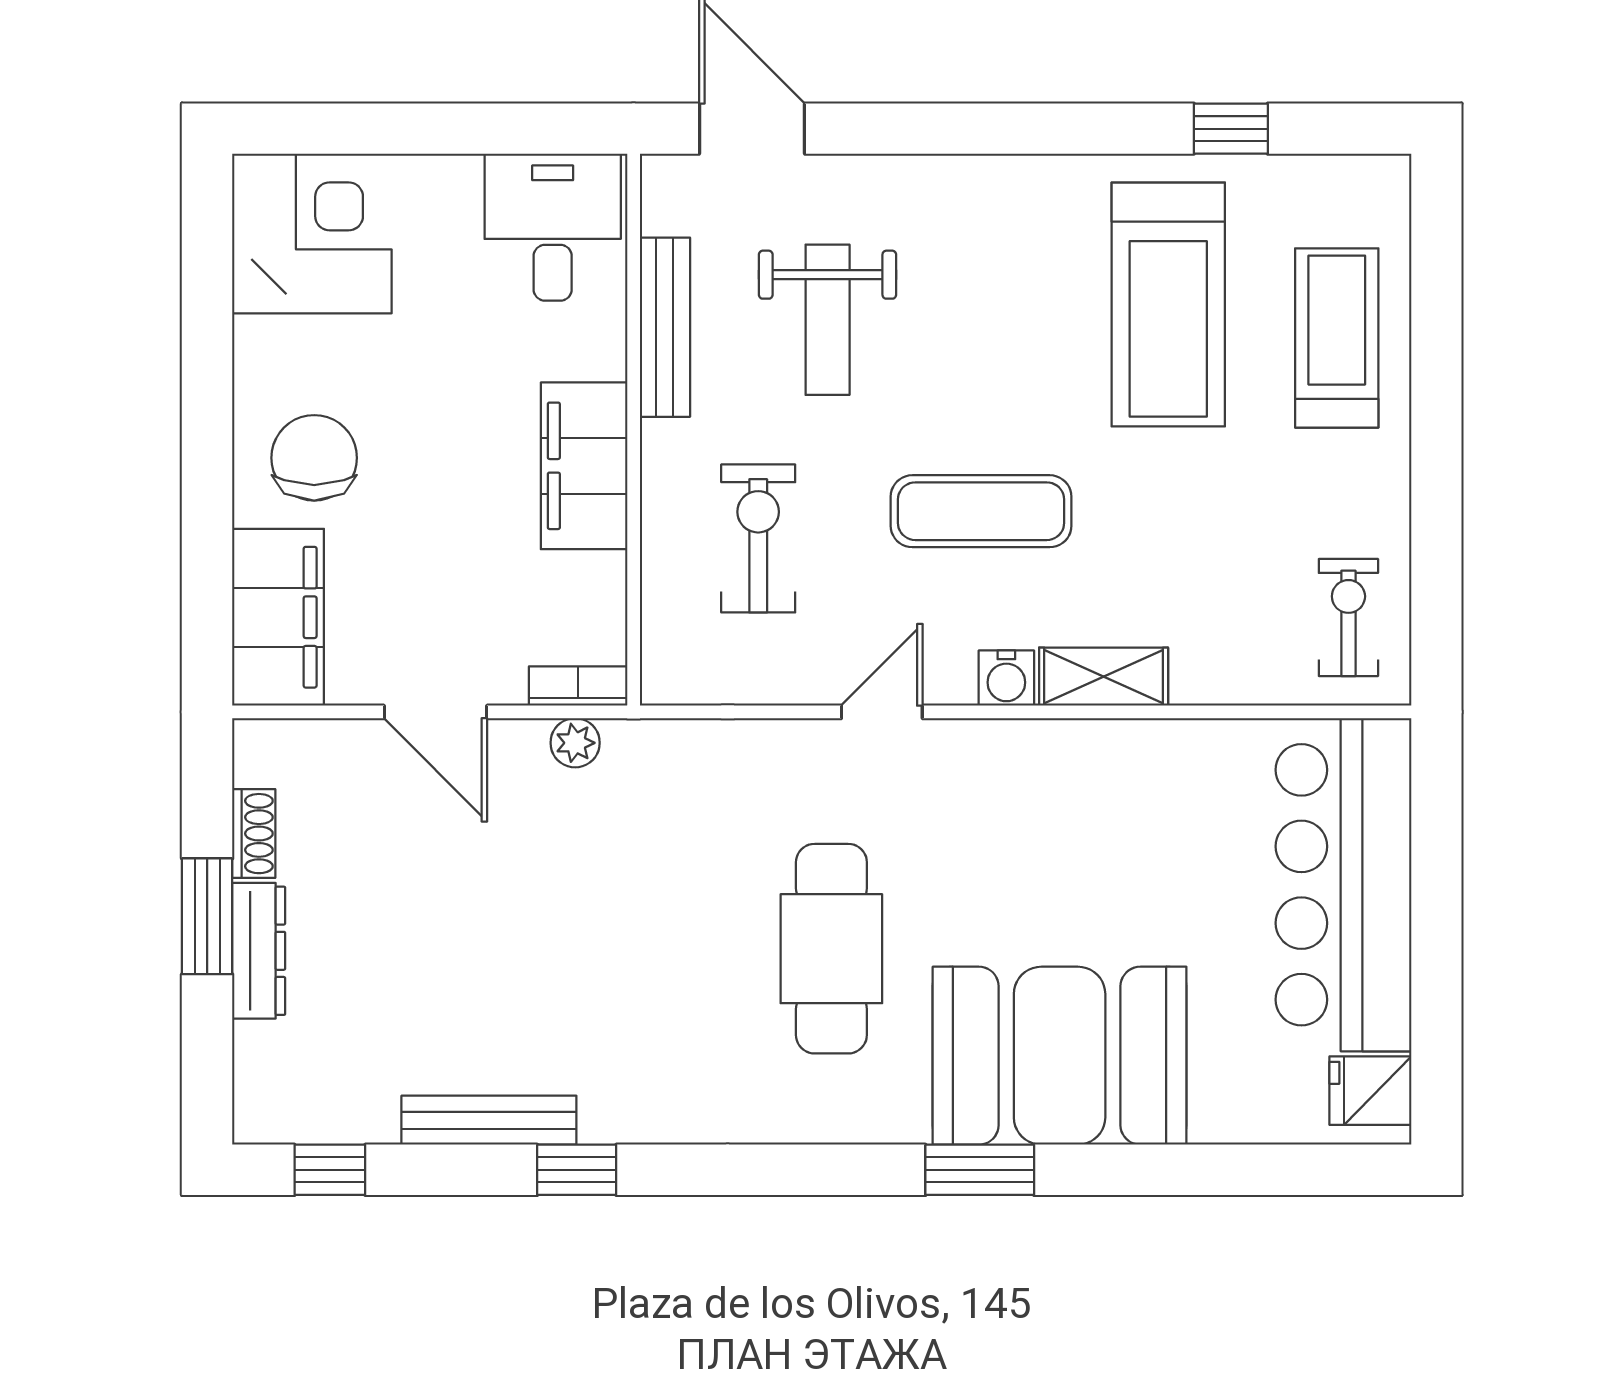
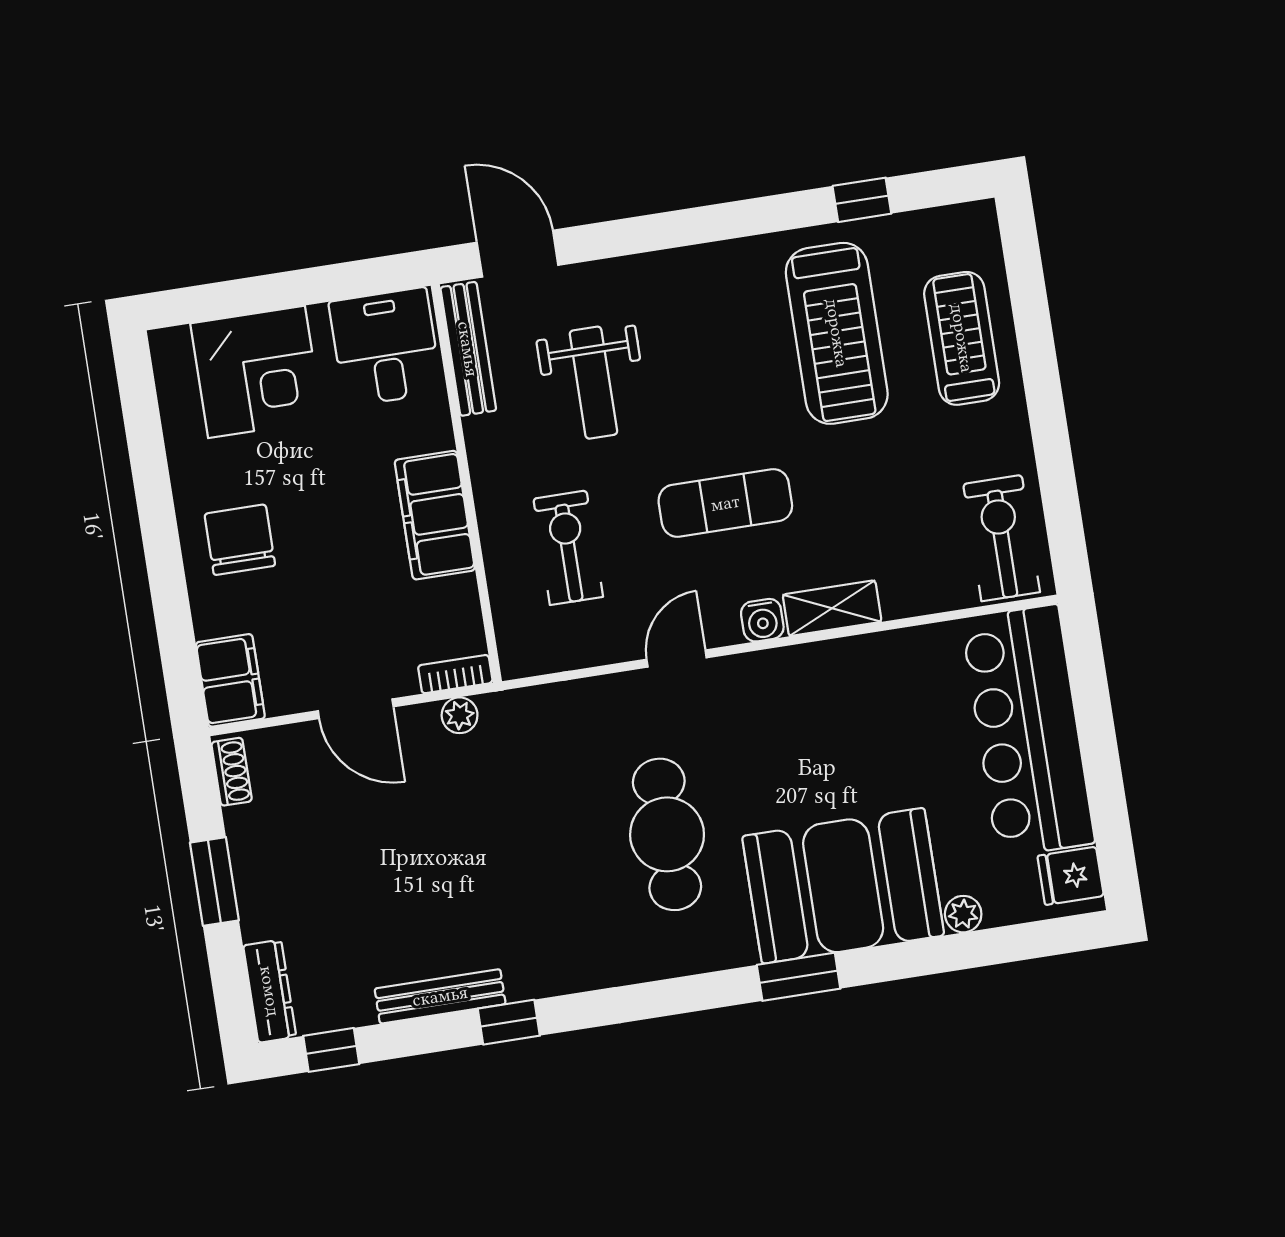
corner desk: (312, 233) -> (256, 372), moved, turned 90
bench: (665, 327) -> (468, 349), moved
filing cabinet: (278, 617) -> (230, 680), width x0.67, depth x0.86
exercise bike: (1348, 617) -> (1002, 538), width x1.38, depth x1.39
shoe rack: (254, 834) -> (232, 772), moved
dresser: (259, 951) -> (270, 991), moved
plant: (1217, 1120) -> (963, 914), added

